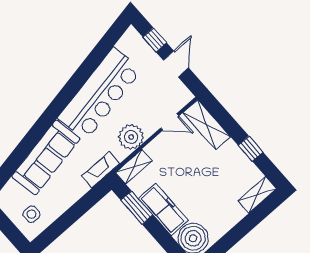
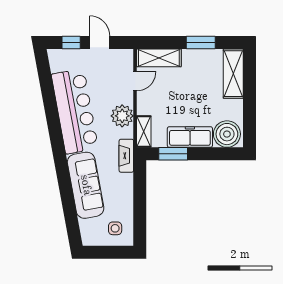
window: (251, 149) -> (201, 43), width x1.50
shelving: (257, 195) -> (233, 74), width x1.50, depth x1.33

